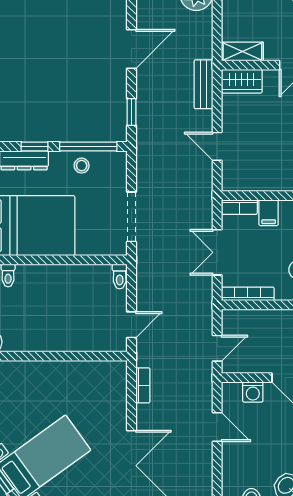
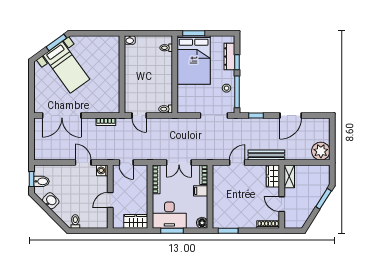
door: (131, 49) -> (291, 116), hinge flipped
bench: (203, 84) -> (266, 155), width x1.36
doorway: (131, 217) -> (214, 116), moved
double door: (217, 252) -> (179, 163), swing flipped
washing machine: (253, 392) -> (102, 170), moved
door: (217, 427) -> (83, 163), swing flipped

